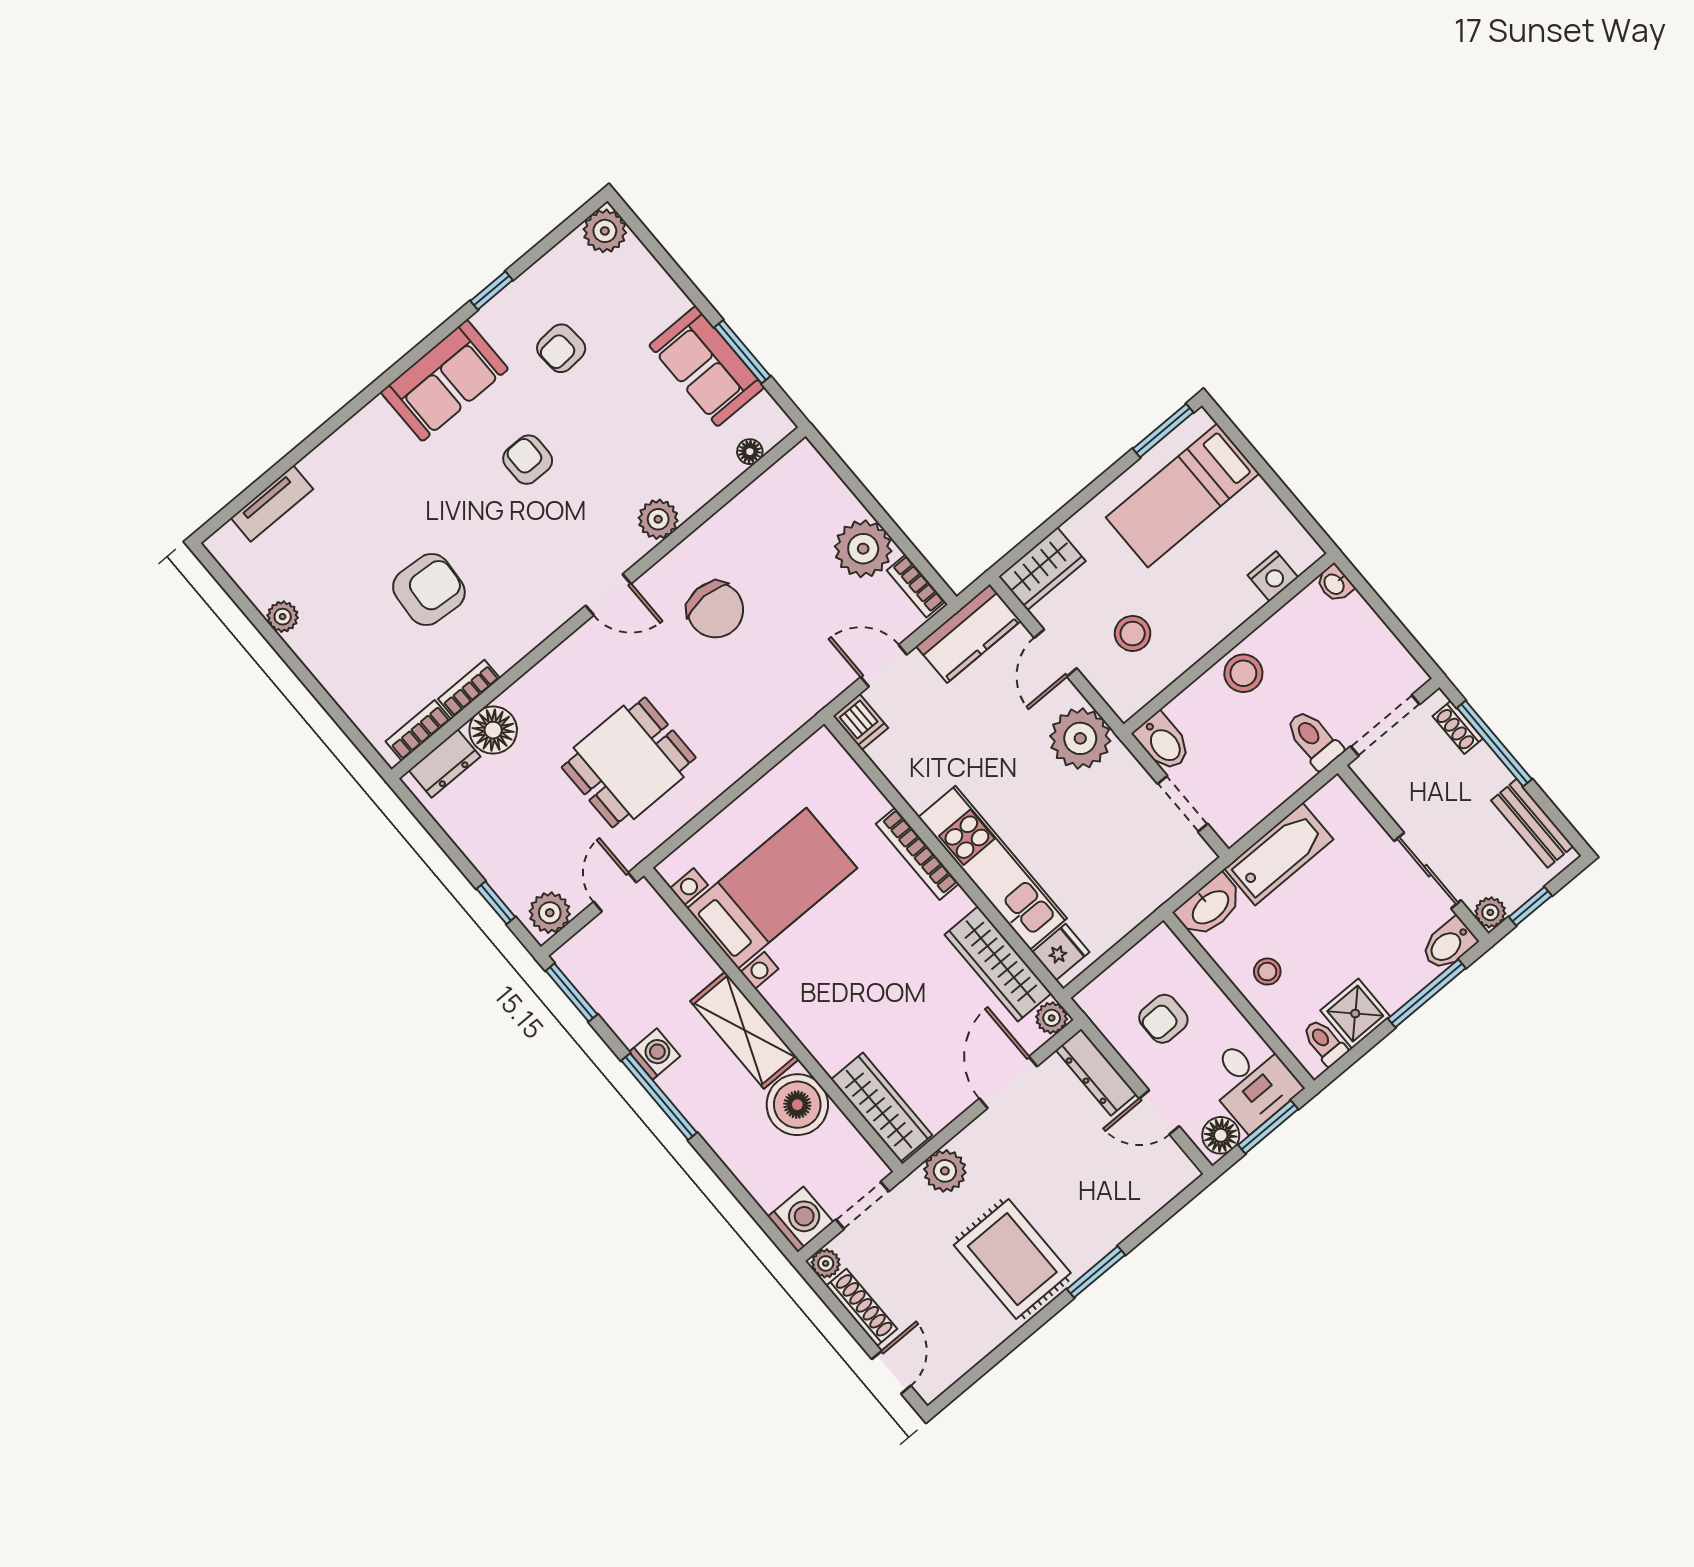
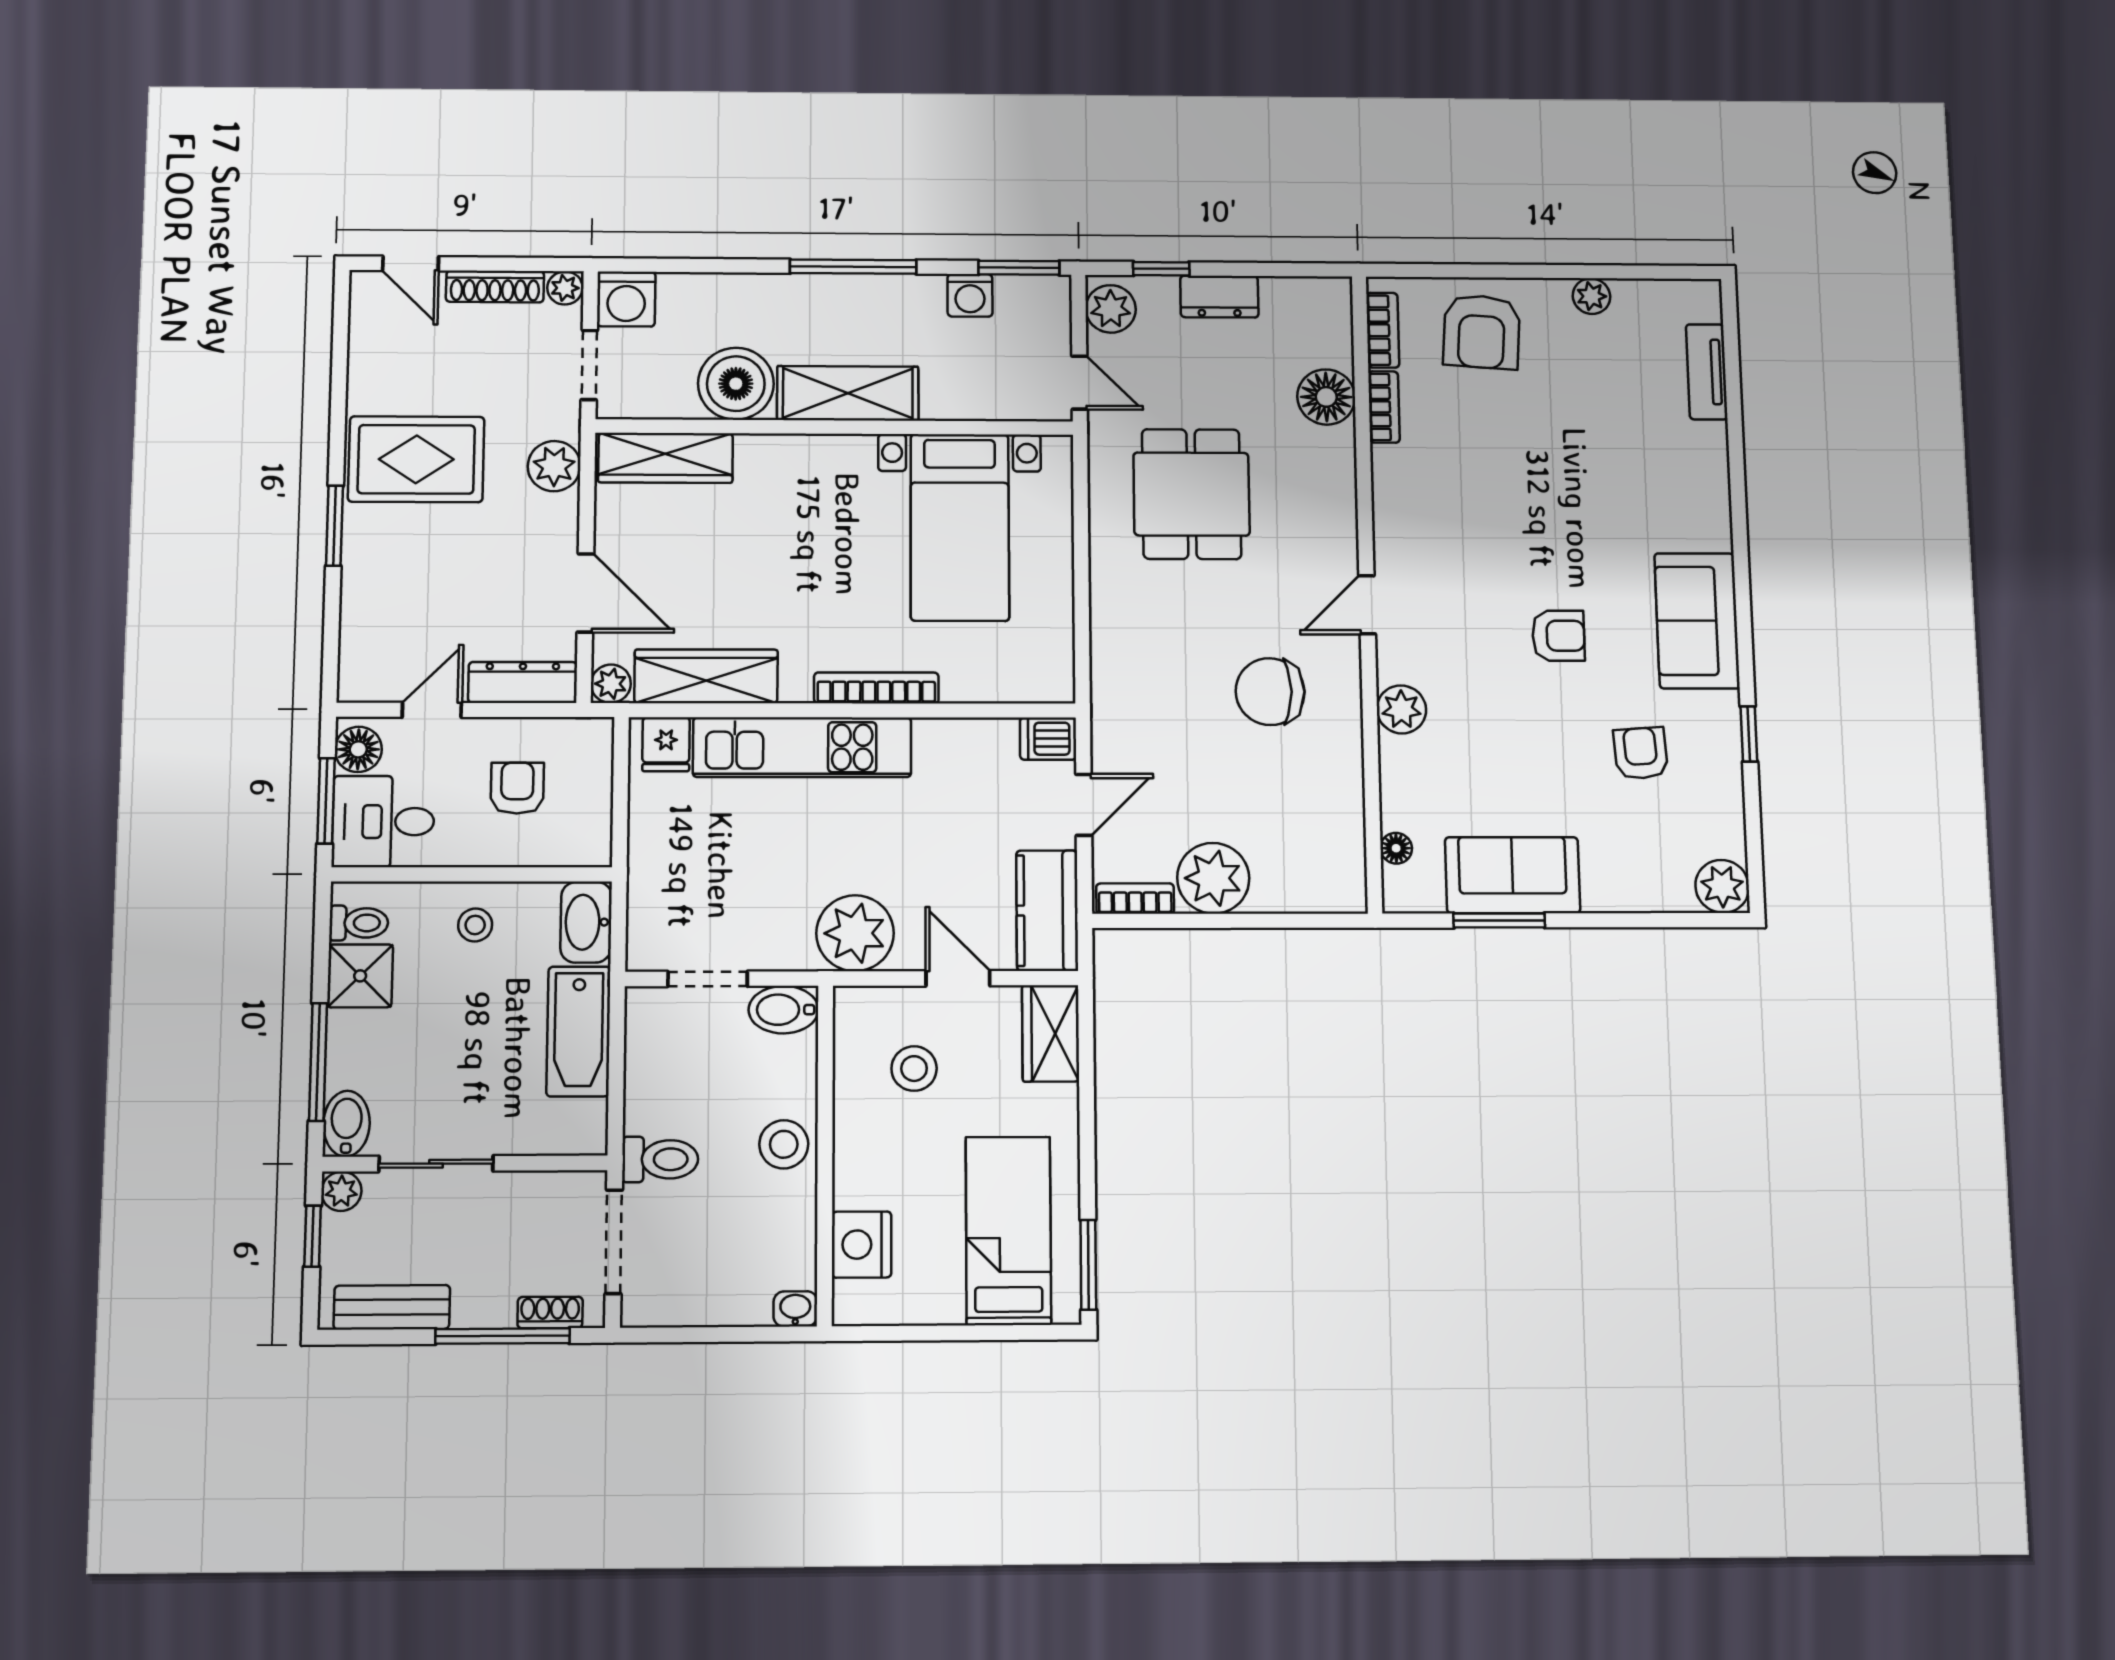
nightstand: (1273, 576) -> (862, 1245), width x1.36, depth x1.33
armchair: (429, 590) -> (1482, 332), moved
dresser: (445, 763) -> (1219, 297), moved, turned -90
washing machine: (655, 1054) -> (970, 295), moved

